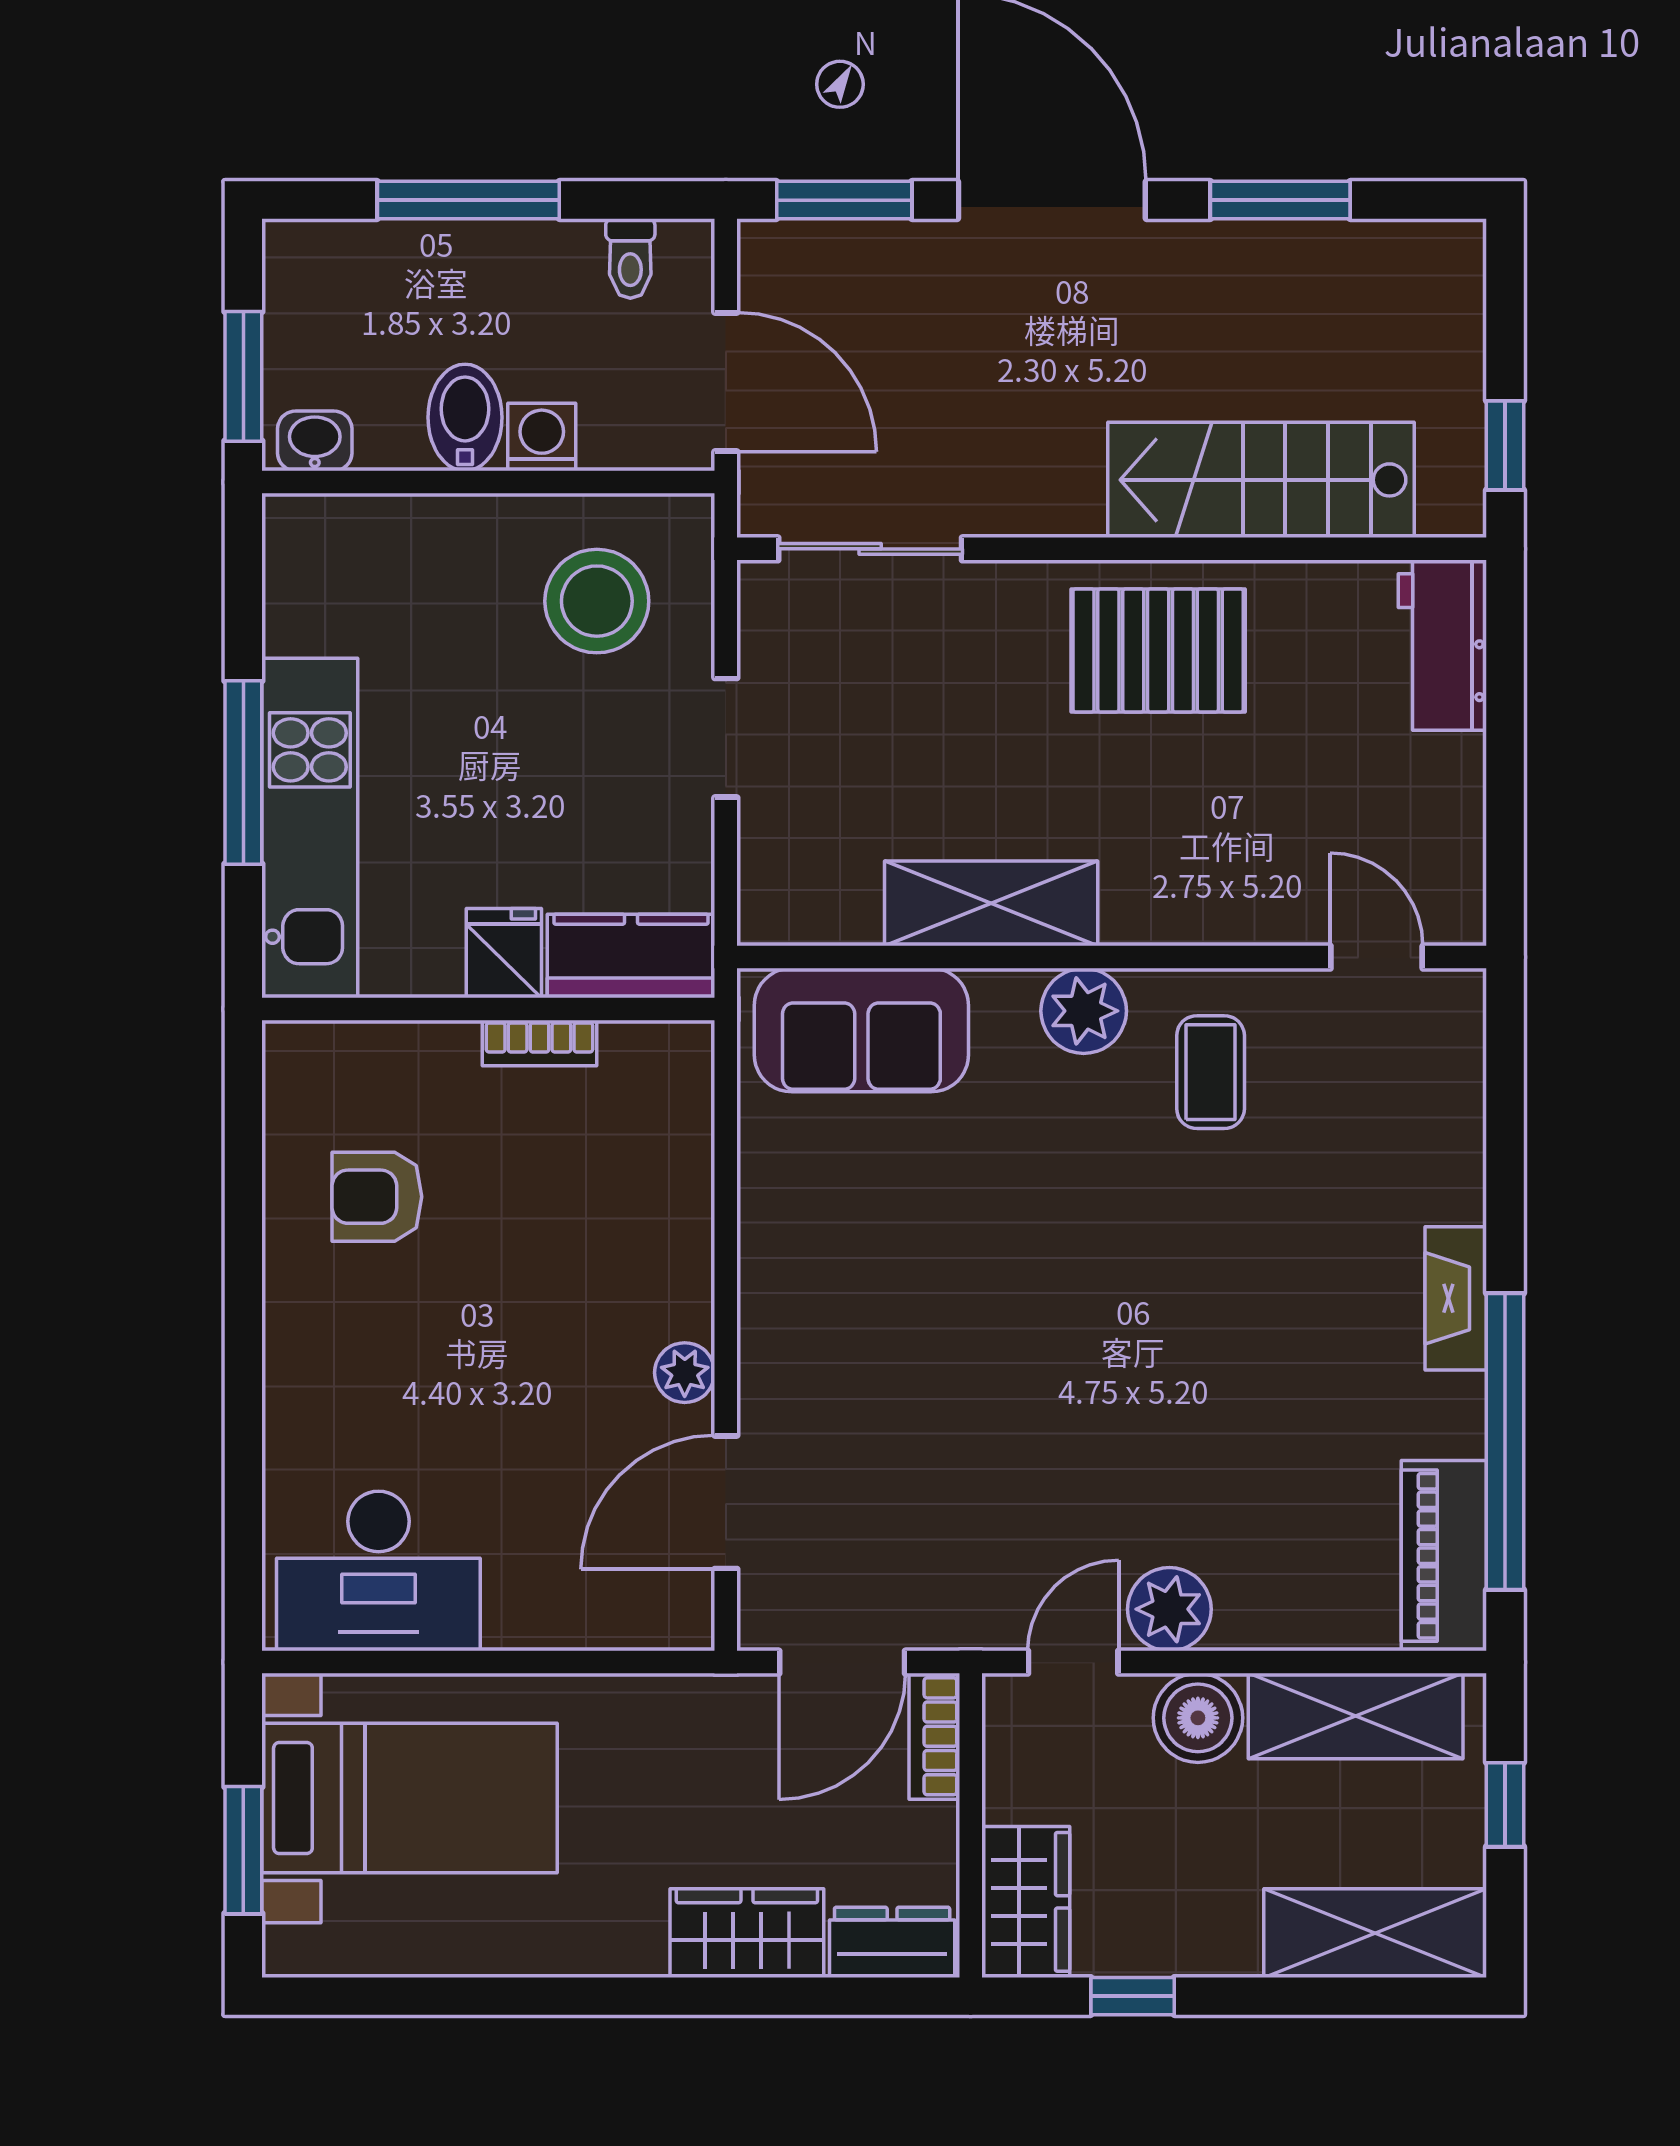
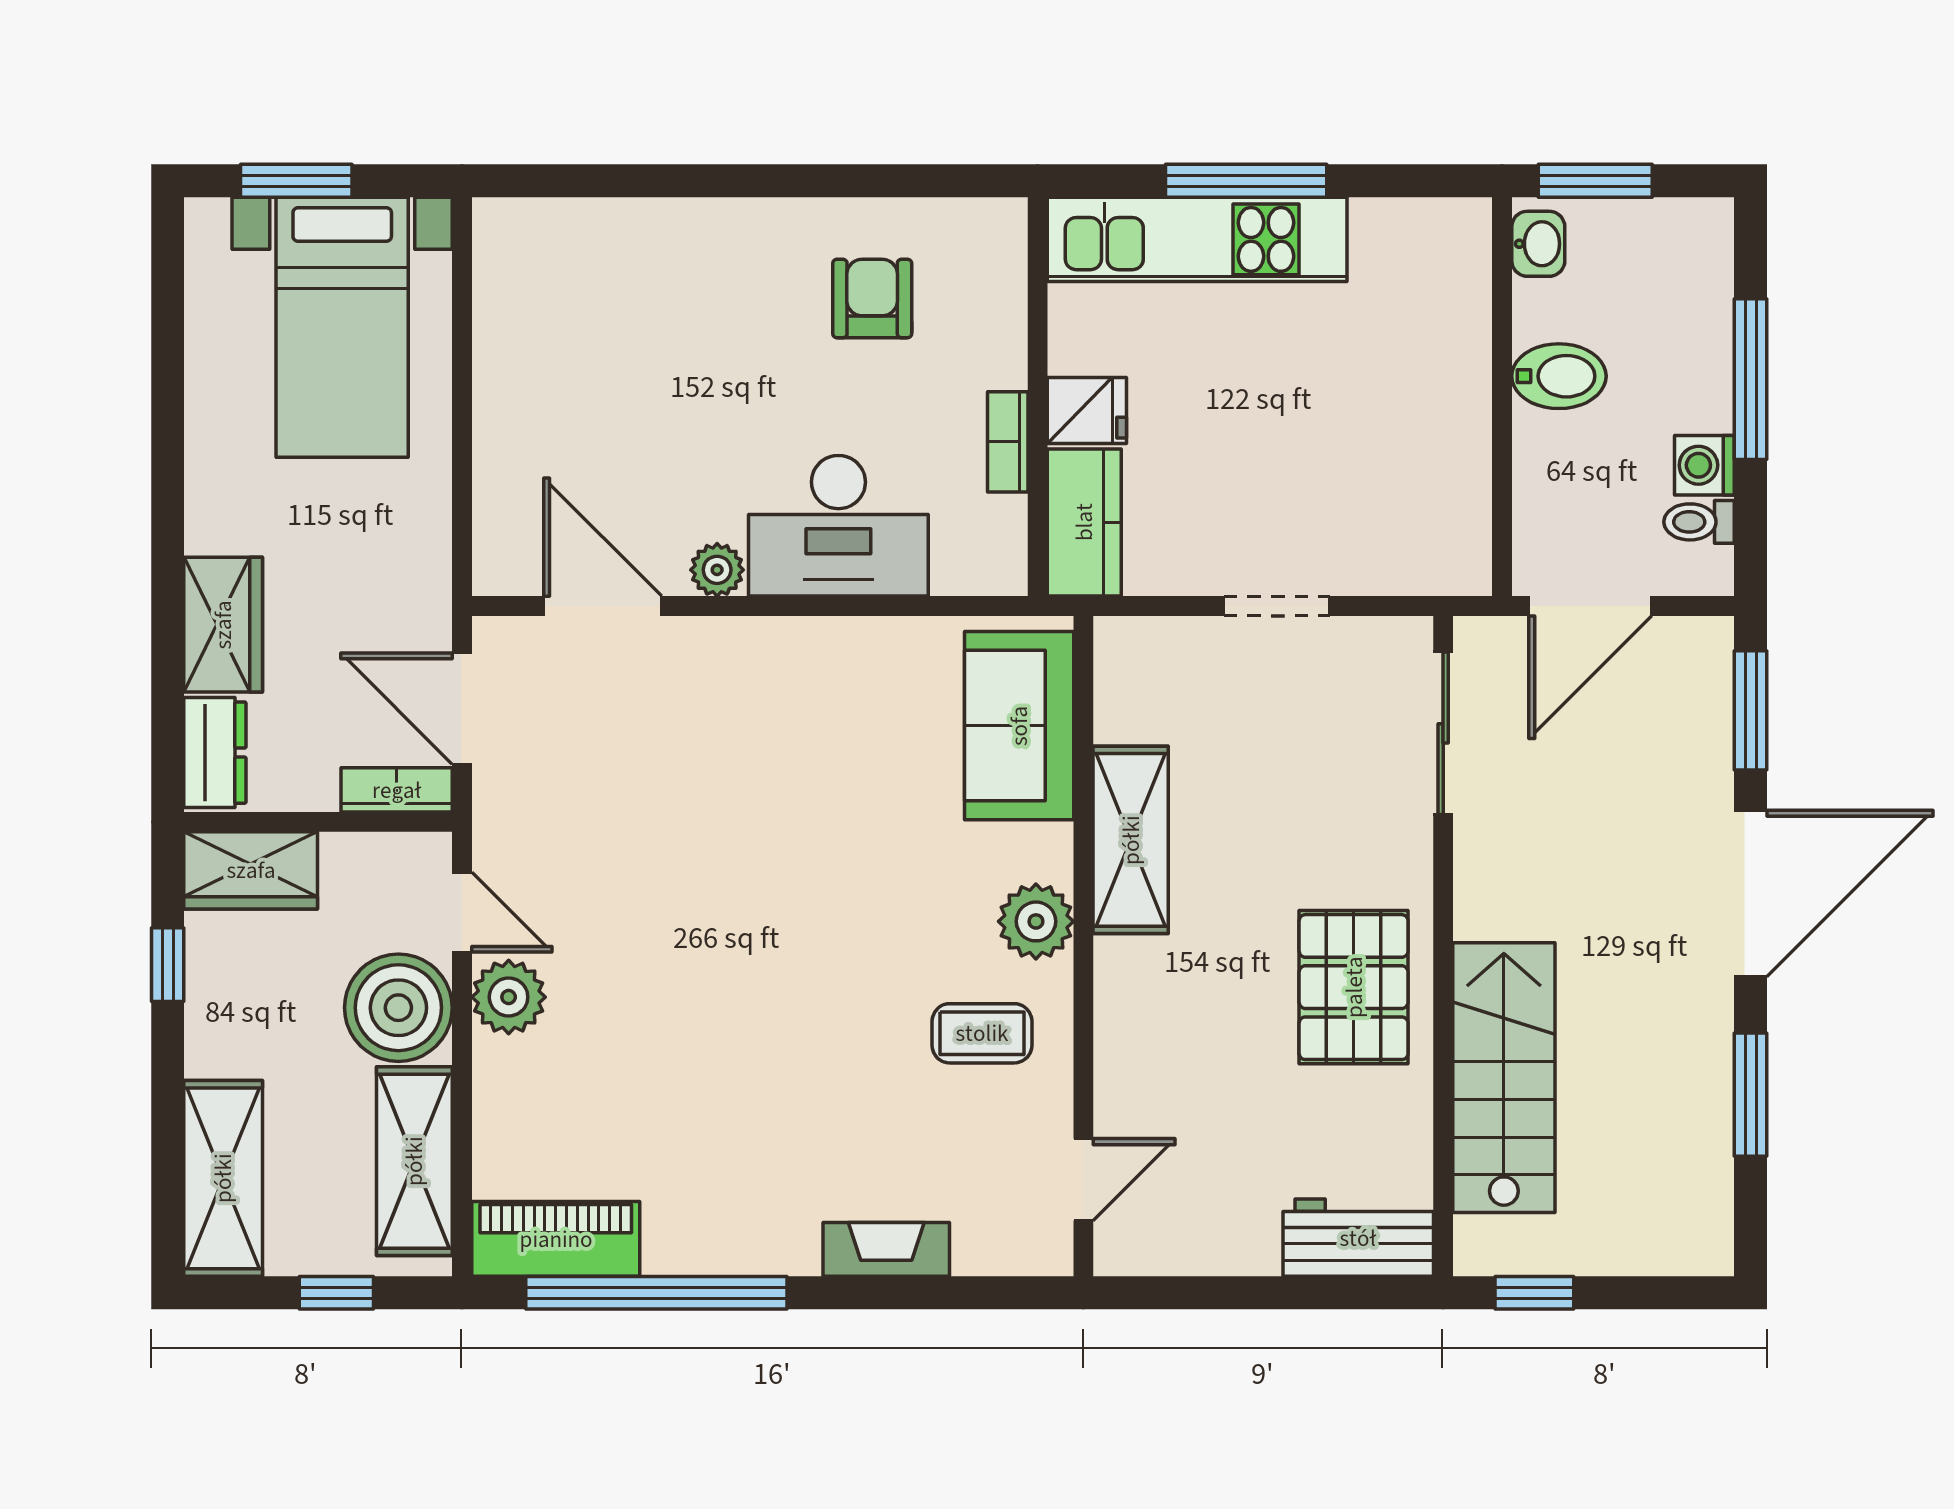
washing machine: (542, 437) -> (1704, 465), moved, turned 180
stool: (597, 601) -> (1397, 492), removed
fireplace: (1456, 1298) -> (886, 1249), moved
desk: (378, 1571) -> (838, 526), moved, turned -90
boiler: (1198, 1718) -> (398, 1008), width x1.37, depth x1.37

